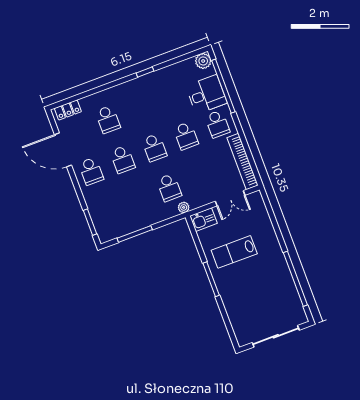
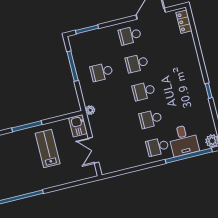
school desk: (108, 119) -> (172, 54), removed
bookcase: (242, 162) -> (123, 164), removed
school desk: (169, 188) -> (102, 72), moved

